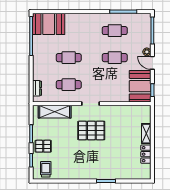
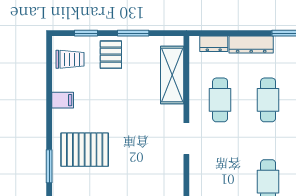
dresser: (38, 67) -> (251, 45), added
pallet: (91, 131) -> (85, 150), moved, turned 90
filing cabinet: (69, 173) -> (63, 100), added

